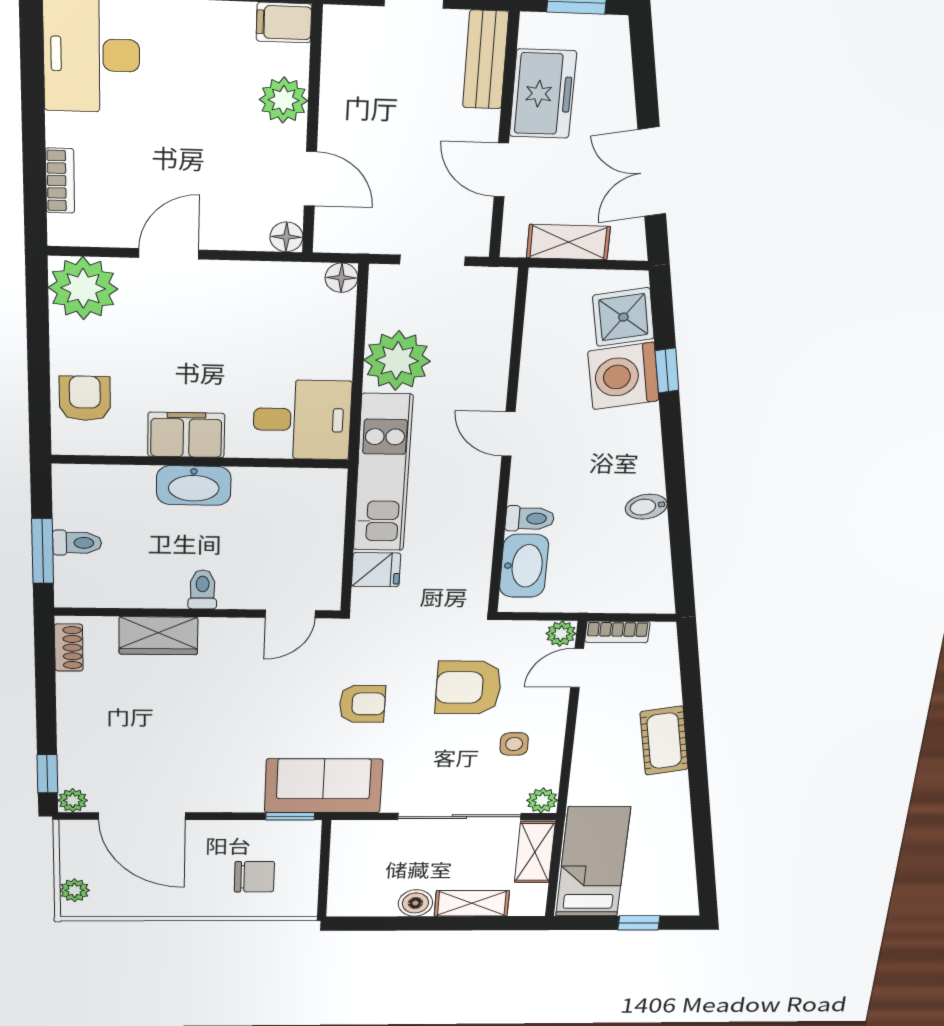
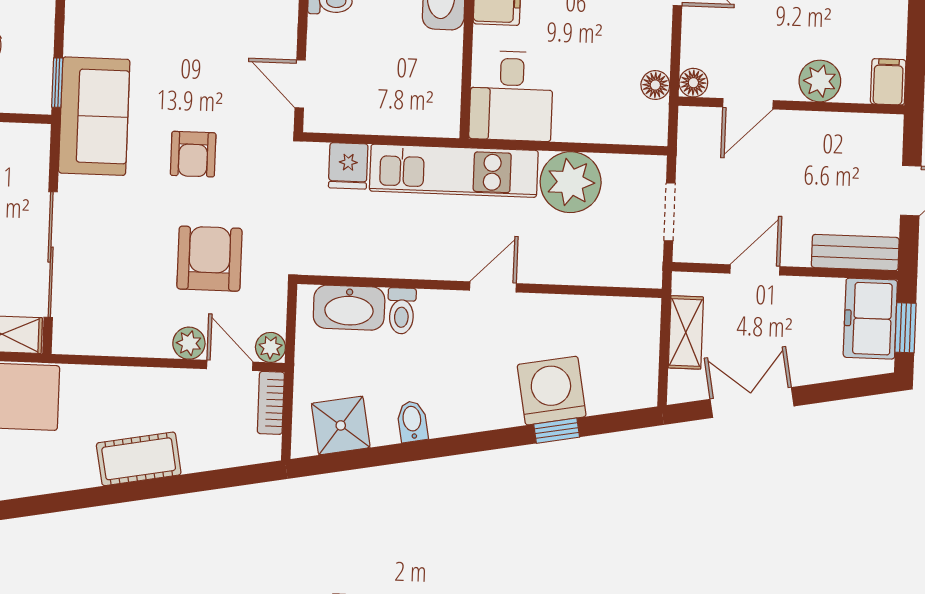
freezer: (543, 94) -> (870, 319), moved, turned 90
floor lamp: (341, 278) -> (655, 85), moved
shower: (623, 317) -> (341, 425), moved
side table: (514, 744) -> (140, 307), removed
plant: (542, 800) -> (189, 343), moved

